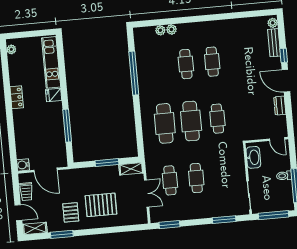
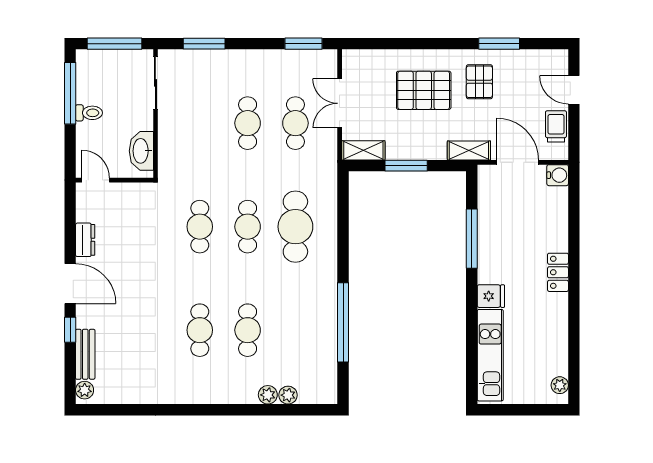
locker: (17, 97) -> (558, 272), moved
cafe table: (191, 121) -> (248, 227), width x0.73, depth x0.74
shelving: (35, 228) -> (469, 150), moved

